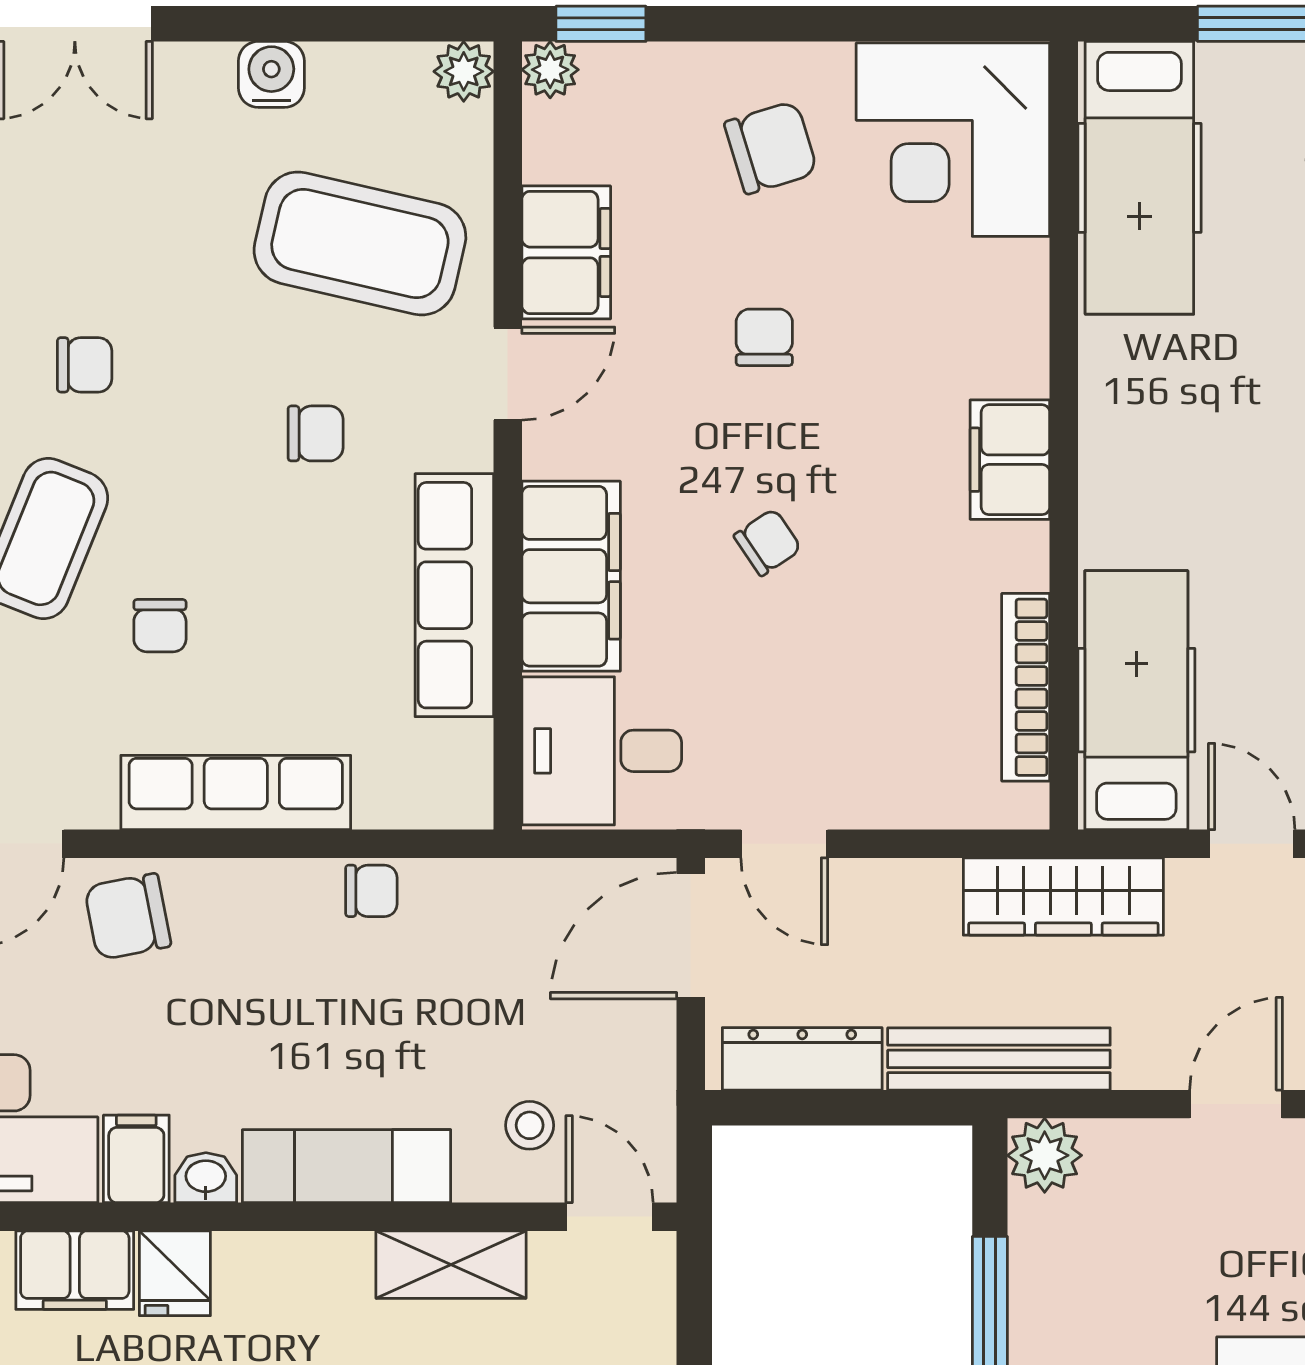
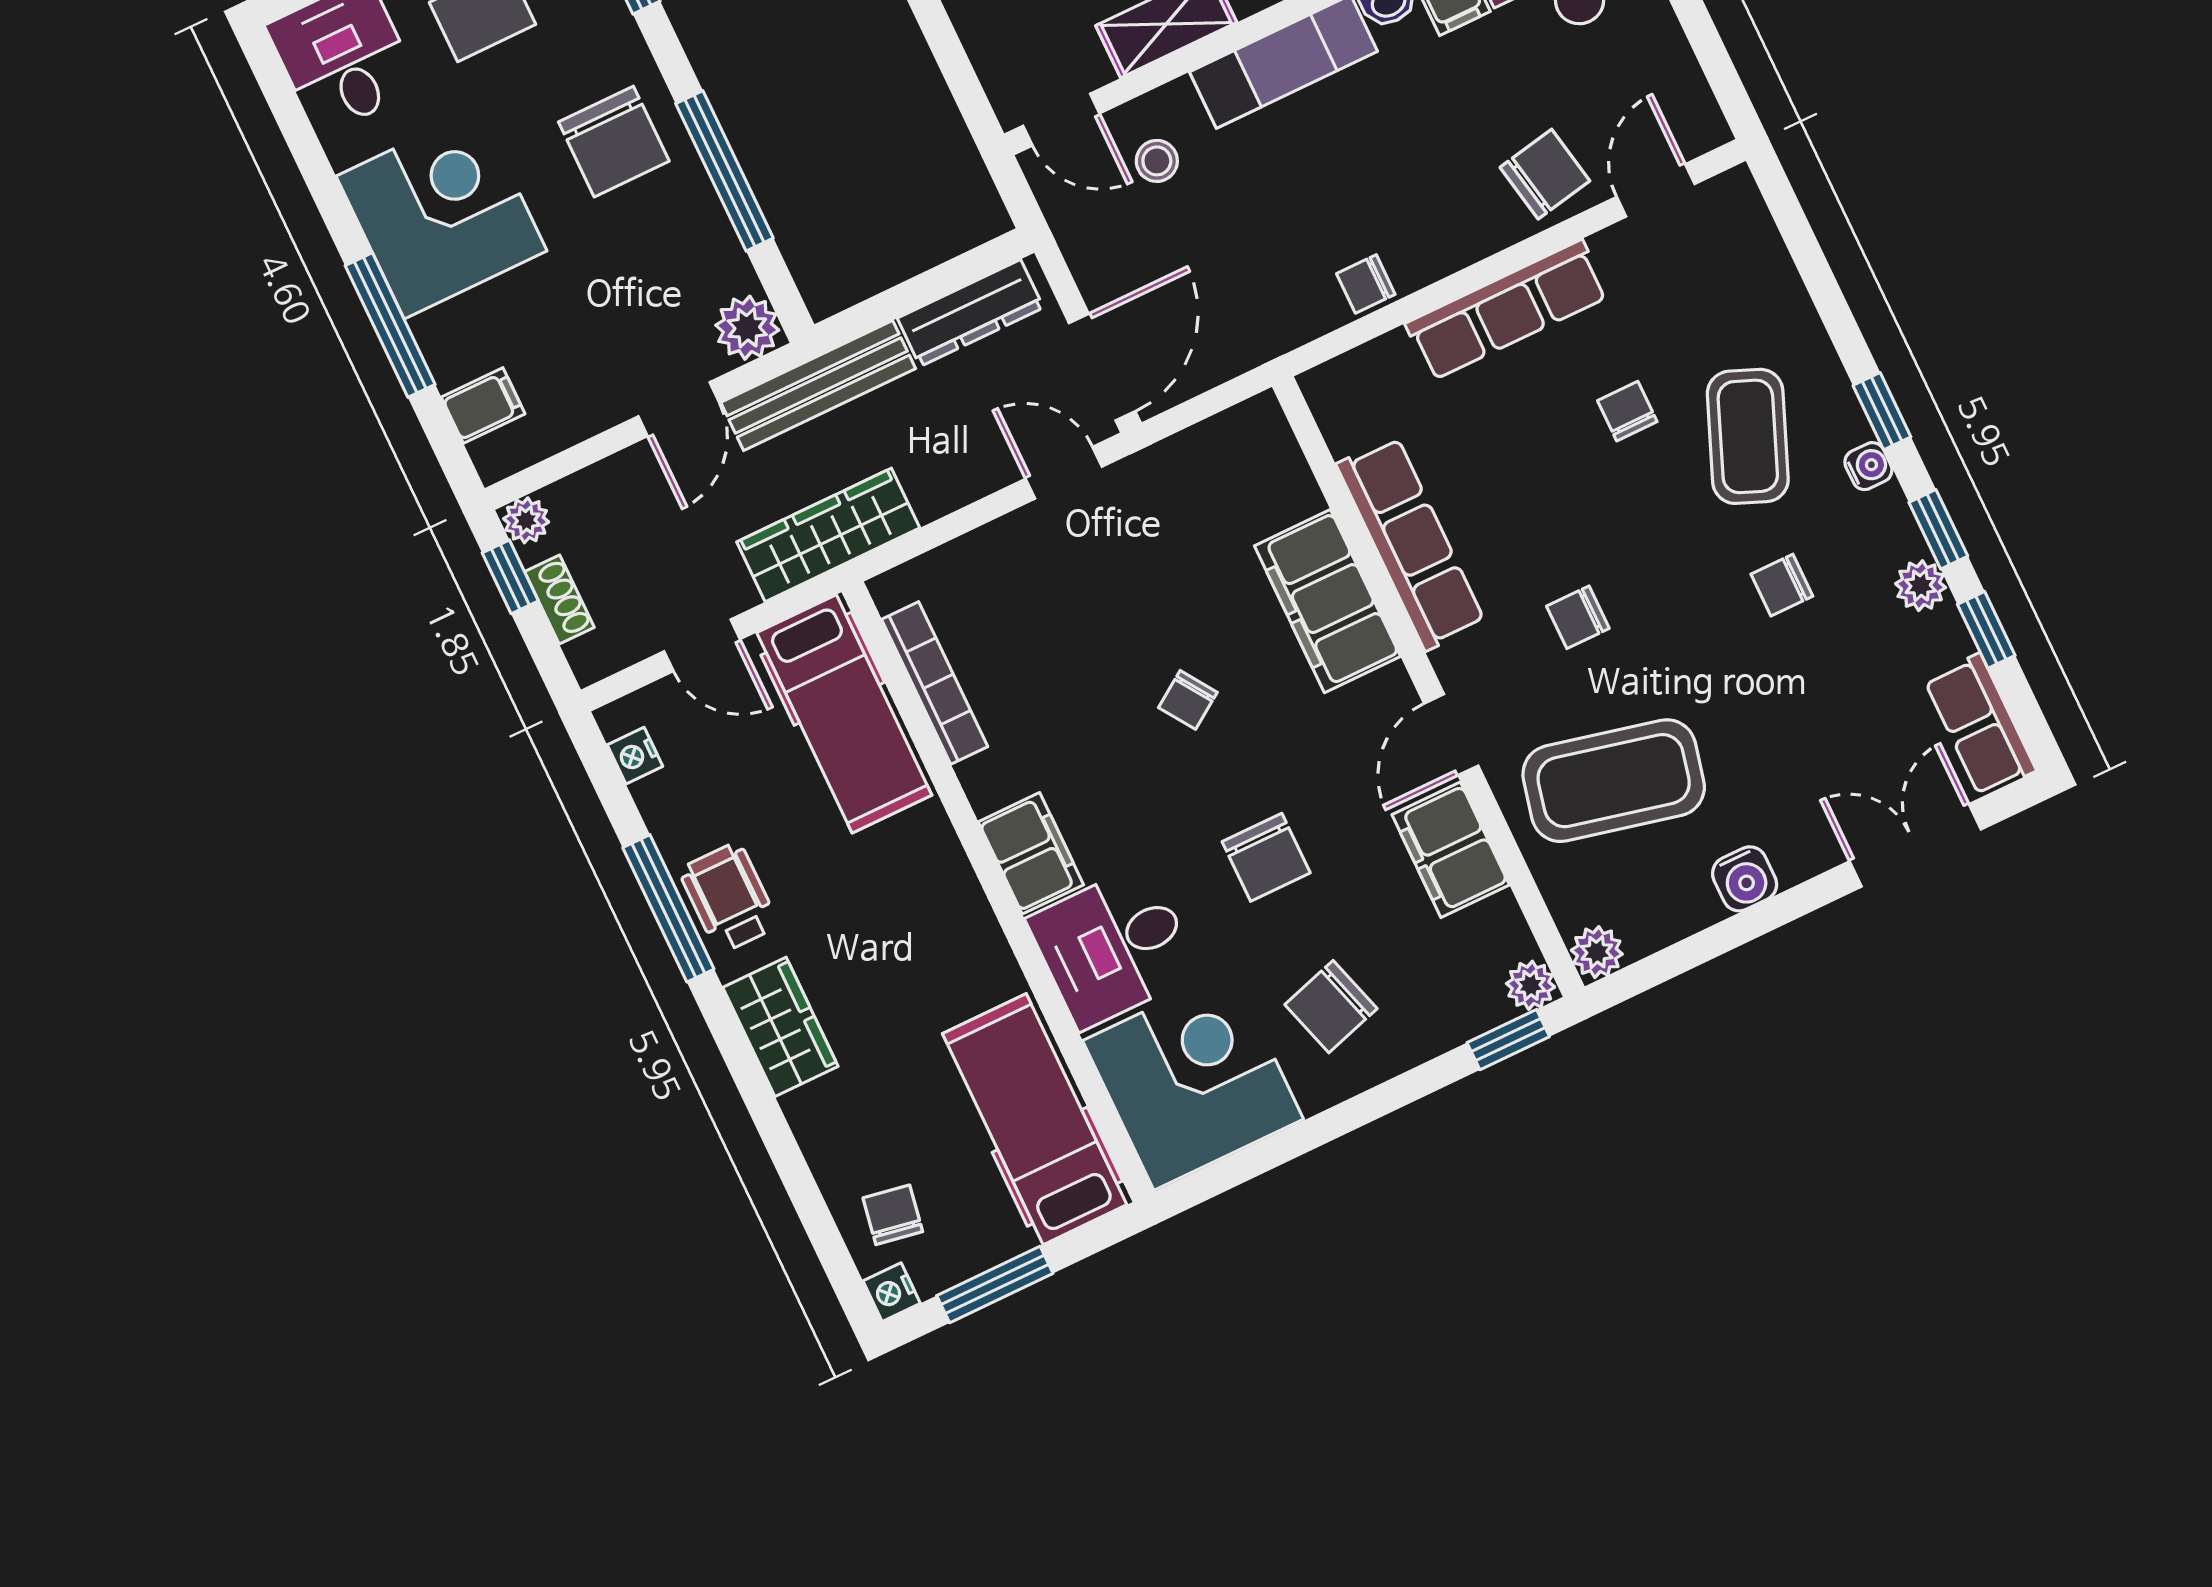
chair: (764, 337) -> (1266, 857), width x1.37, depth x1.37
desk: (602, 751) -> (1113, 946), moved, turned 180
door: (1236, 1104) -> (679, 409), moved

